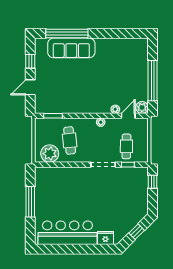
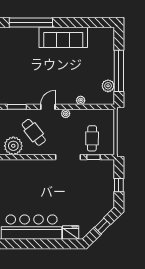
sofa: (71, 48) -> (63, 37), moved
plant: (142, 107) -> (108, 86), moved
door: (128, 116) -> (48, 107), moved
cafe table: (70, 140) -> (34, 132), turned -32
window: (153, 182) -> (119, 185), moved

